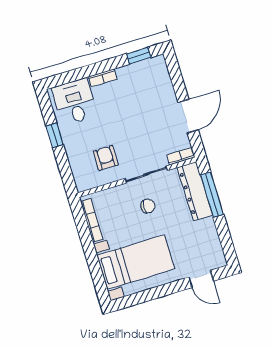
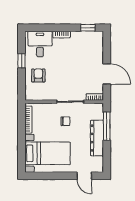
door: (188, 116) -> (107, 74), hinge flipped
armchair: (106, 158) -> (38, 75), moved
dresser: (195, 191) -> (97, 138), moved

